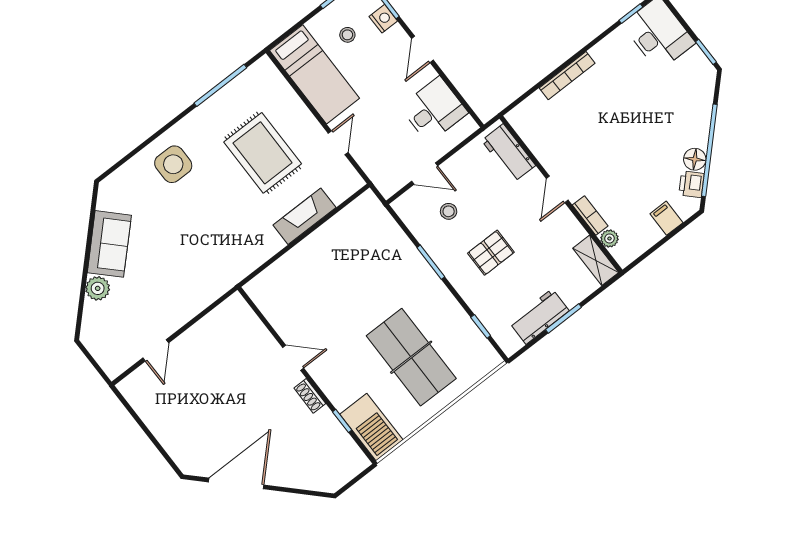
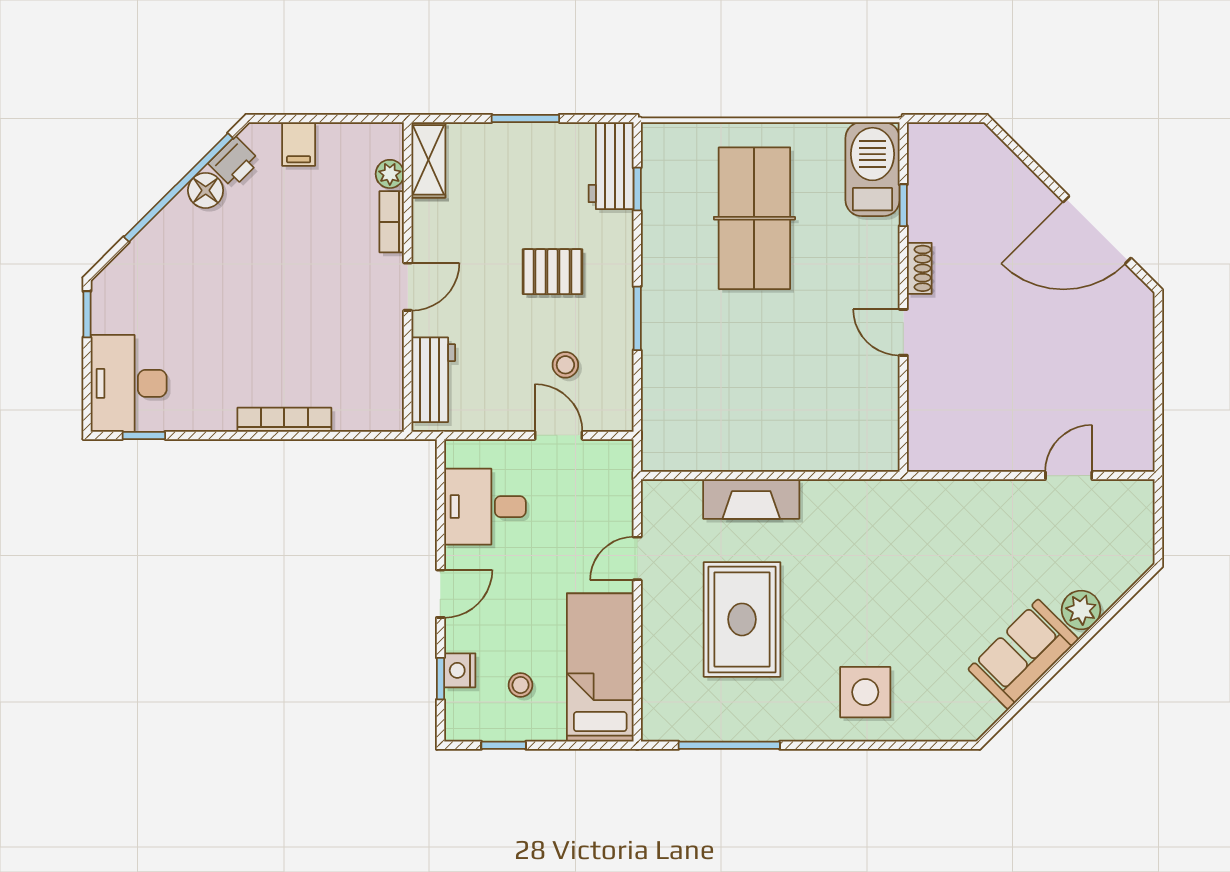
workbench: (539, 317) -> (611, 166), moved, turned 90

